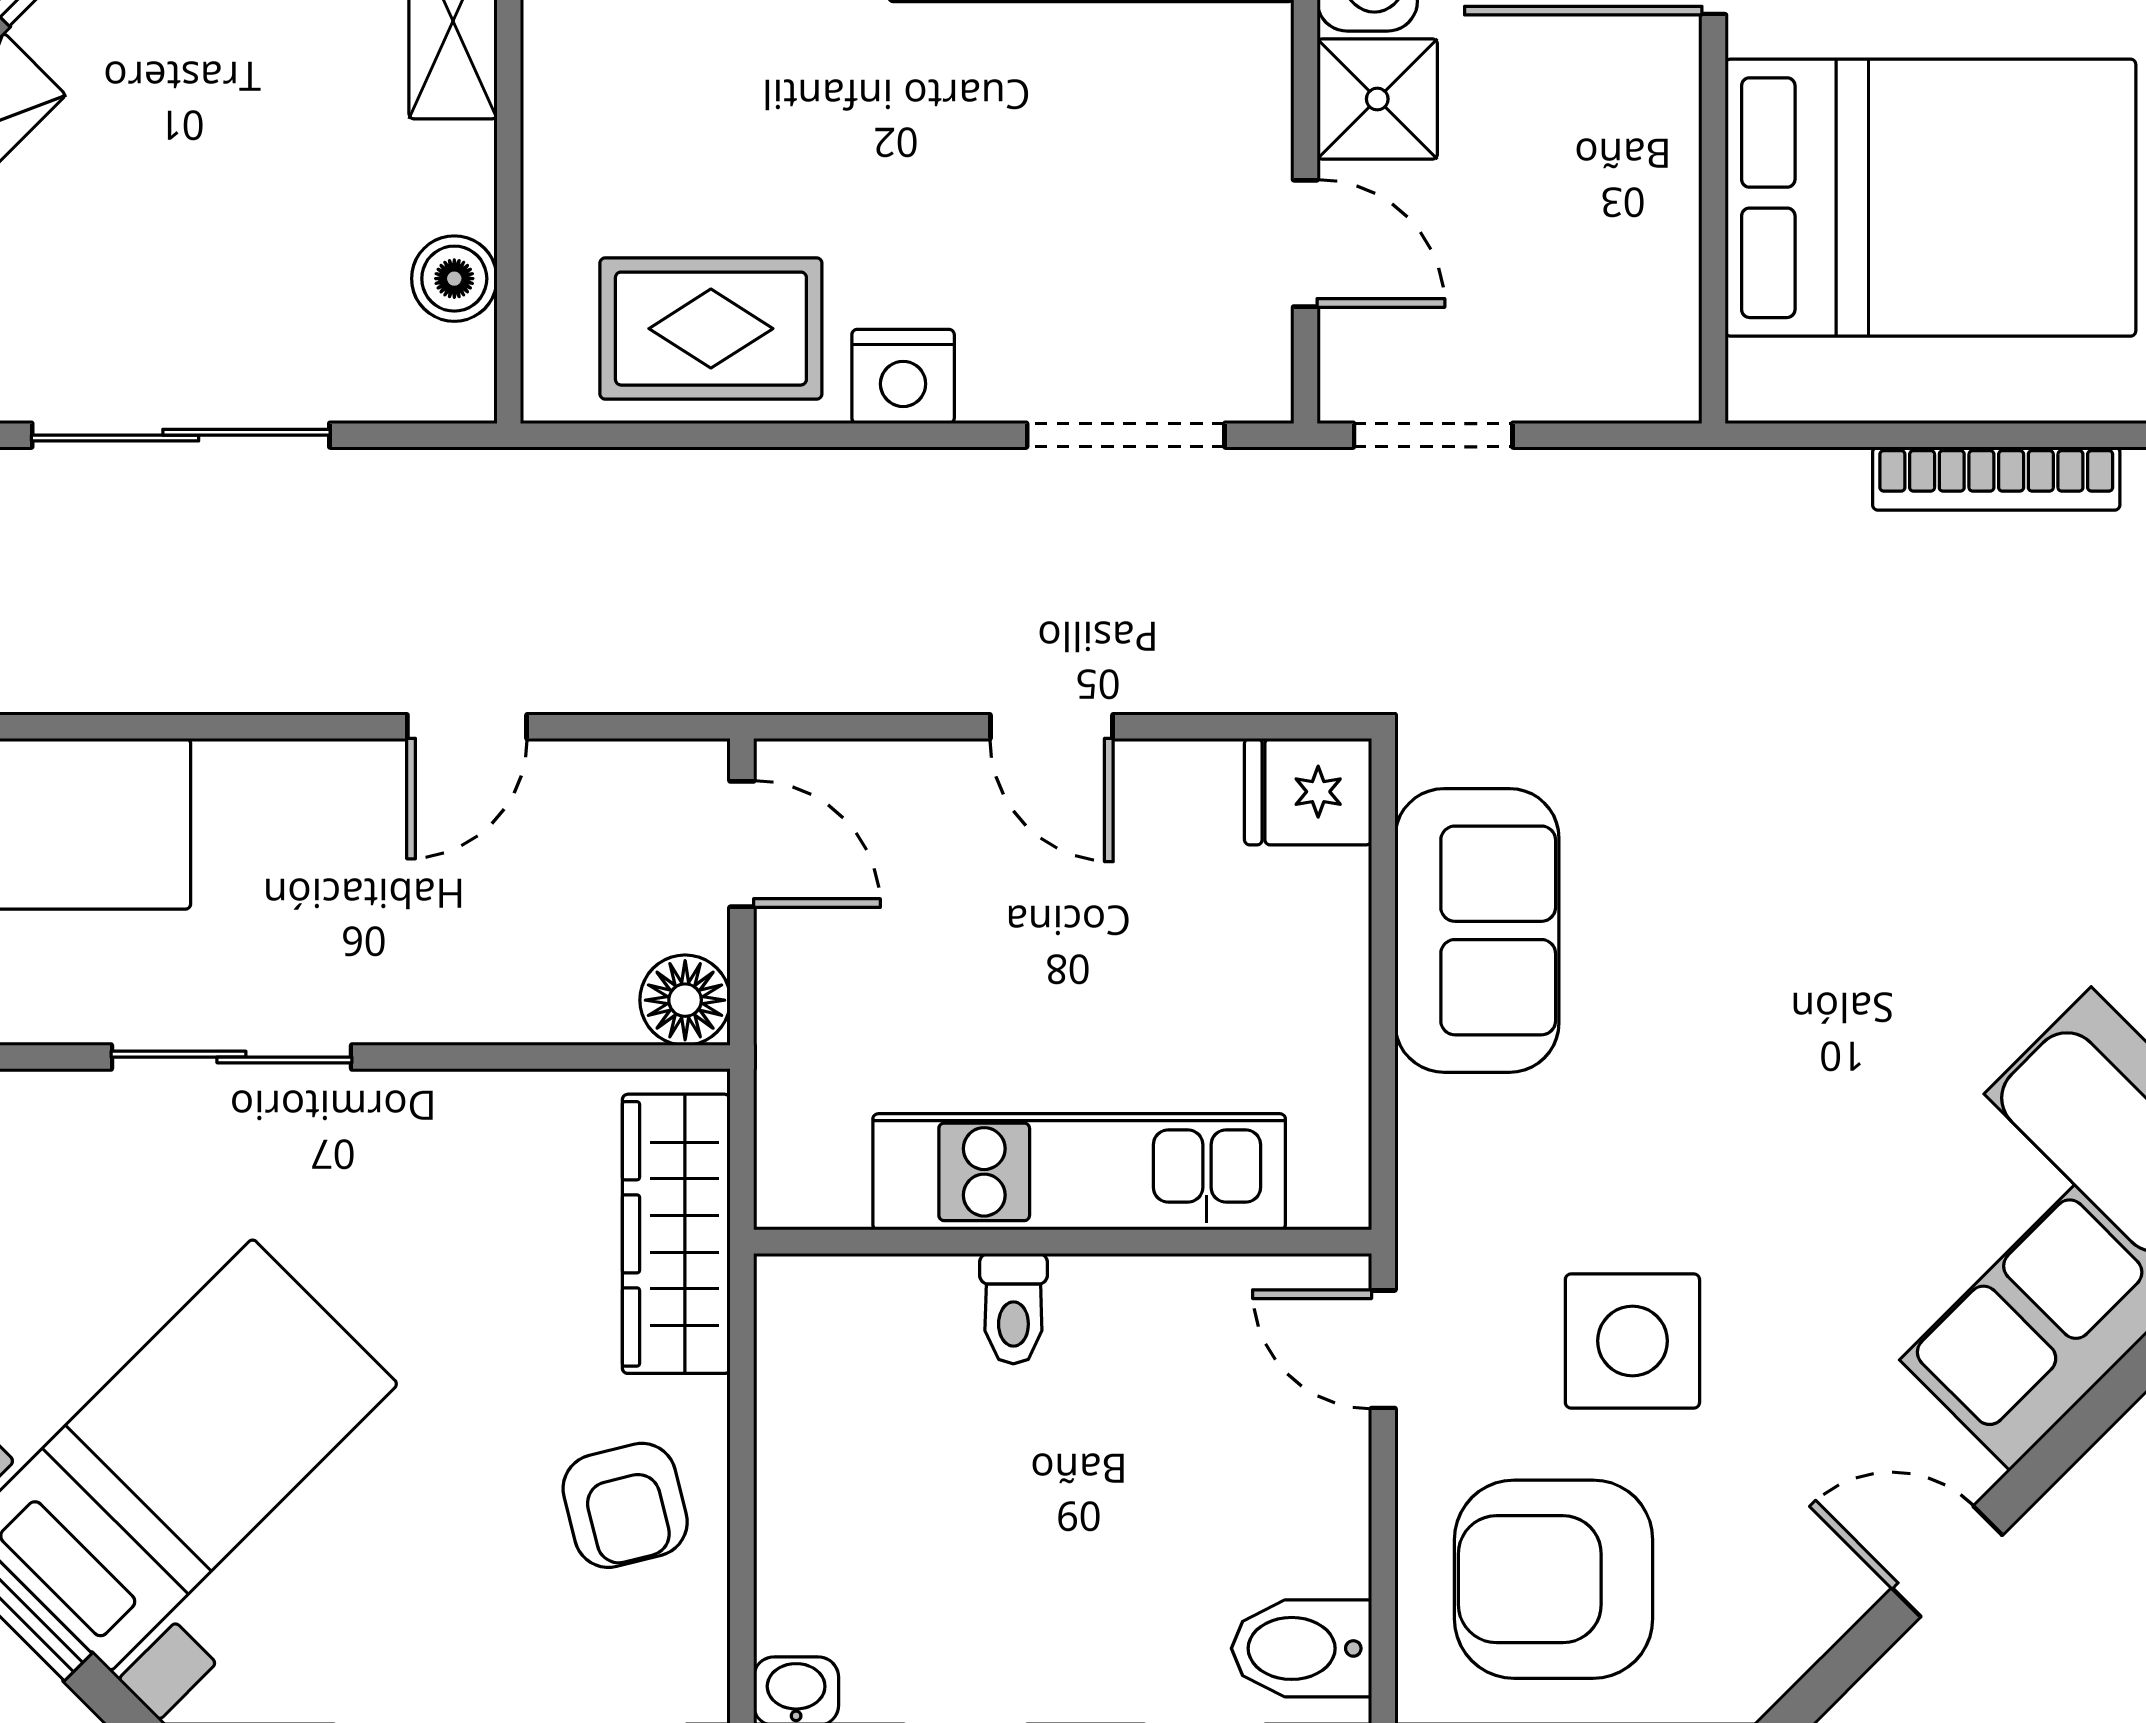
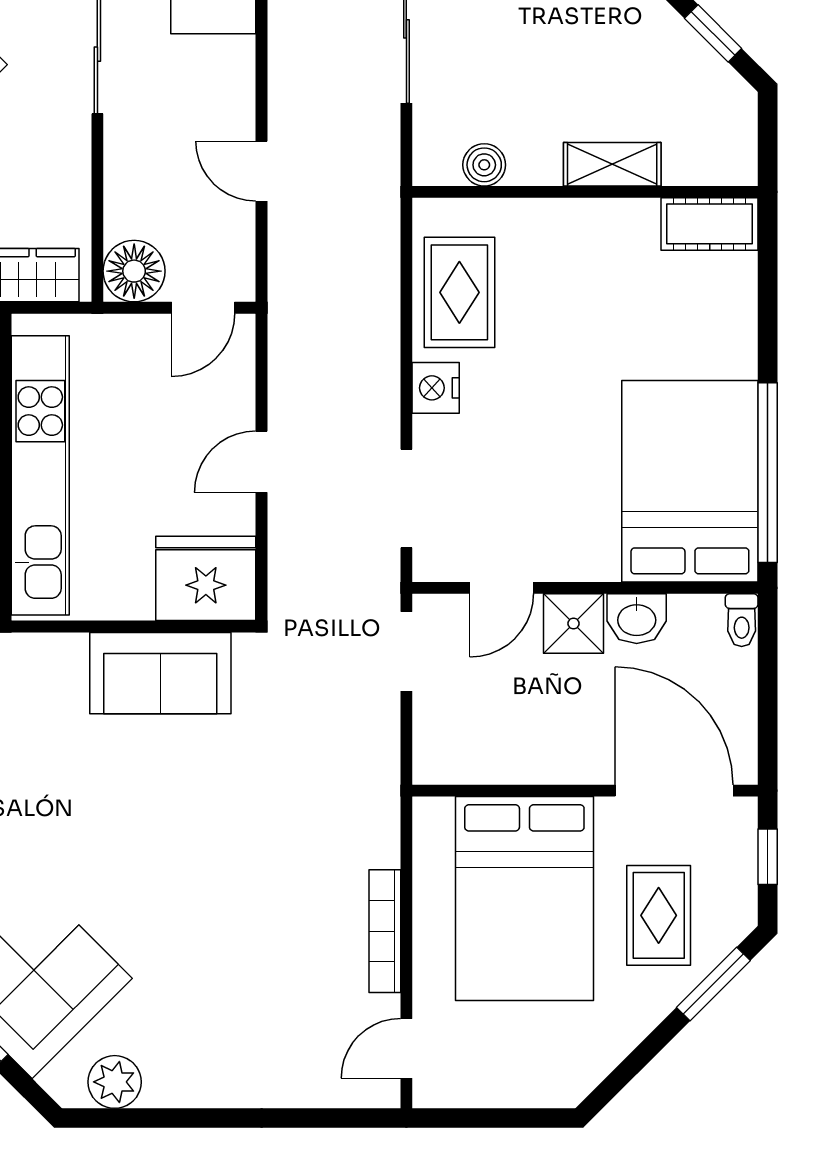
fridge: (1308, 792) -> (206, 578), width x1.88, depth x1.34
floor lamp: (685, 1000) -> (134, 271), width x1.38, depth x1.38
kitchen unit: (1079, 1172) -> (40, 475), width x1.36

